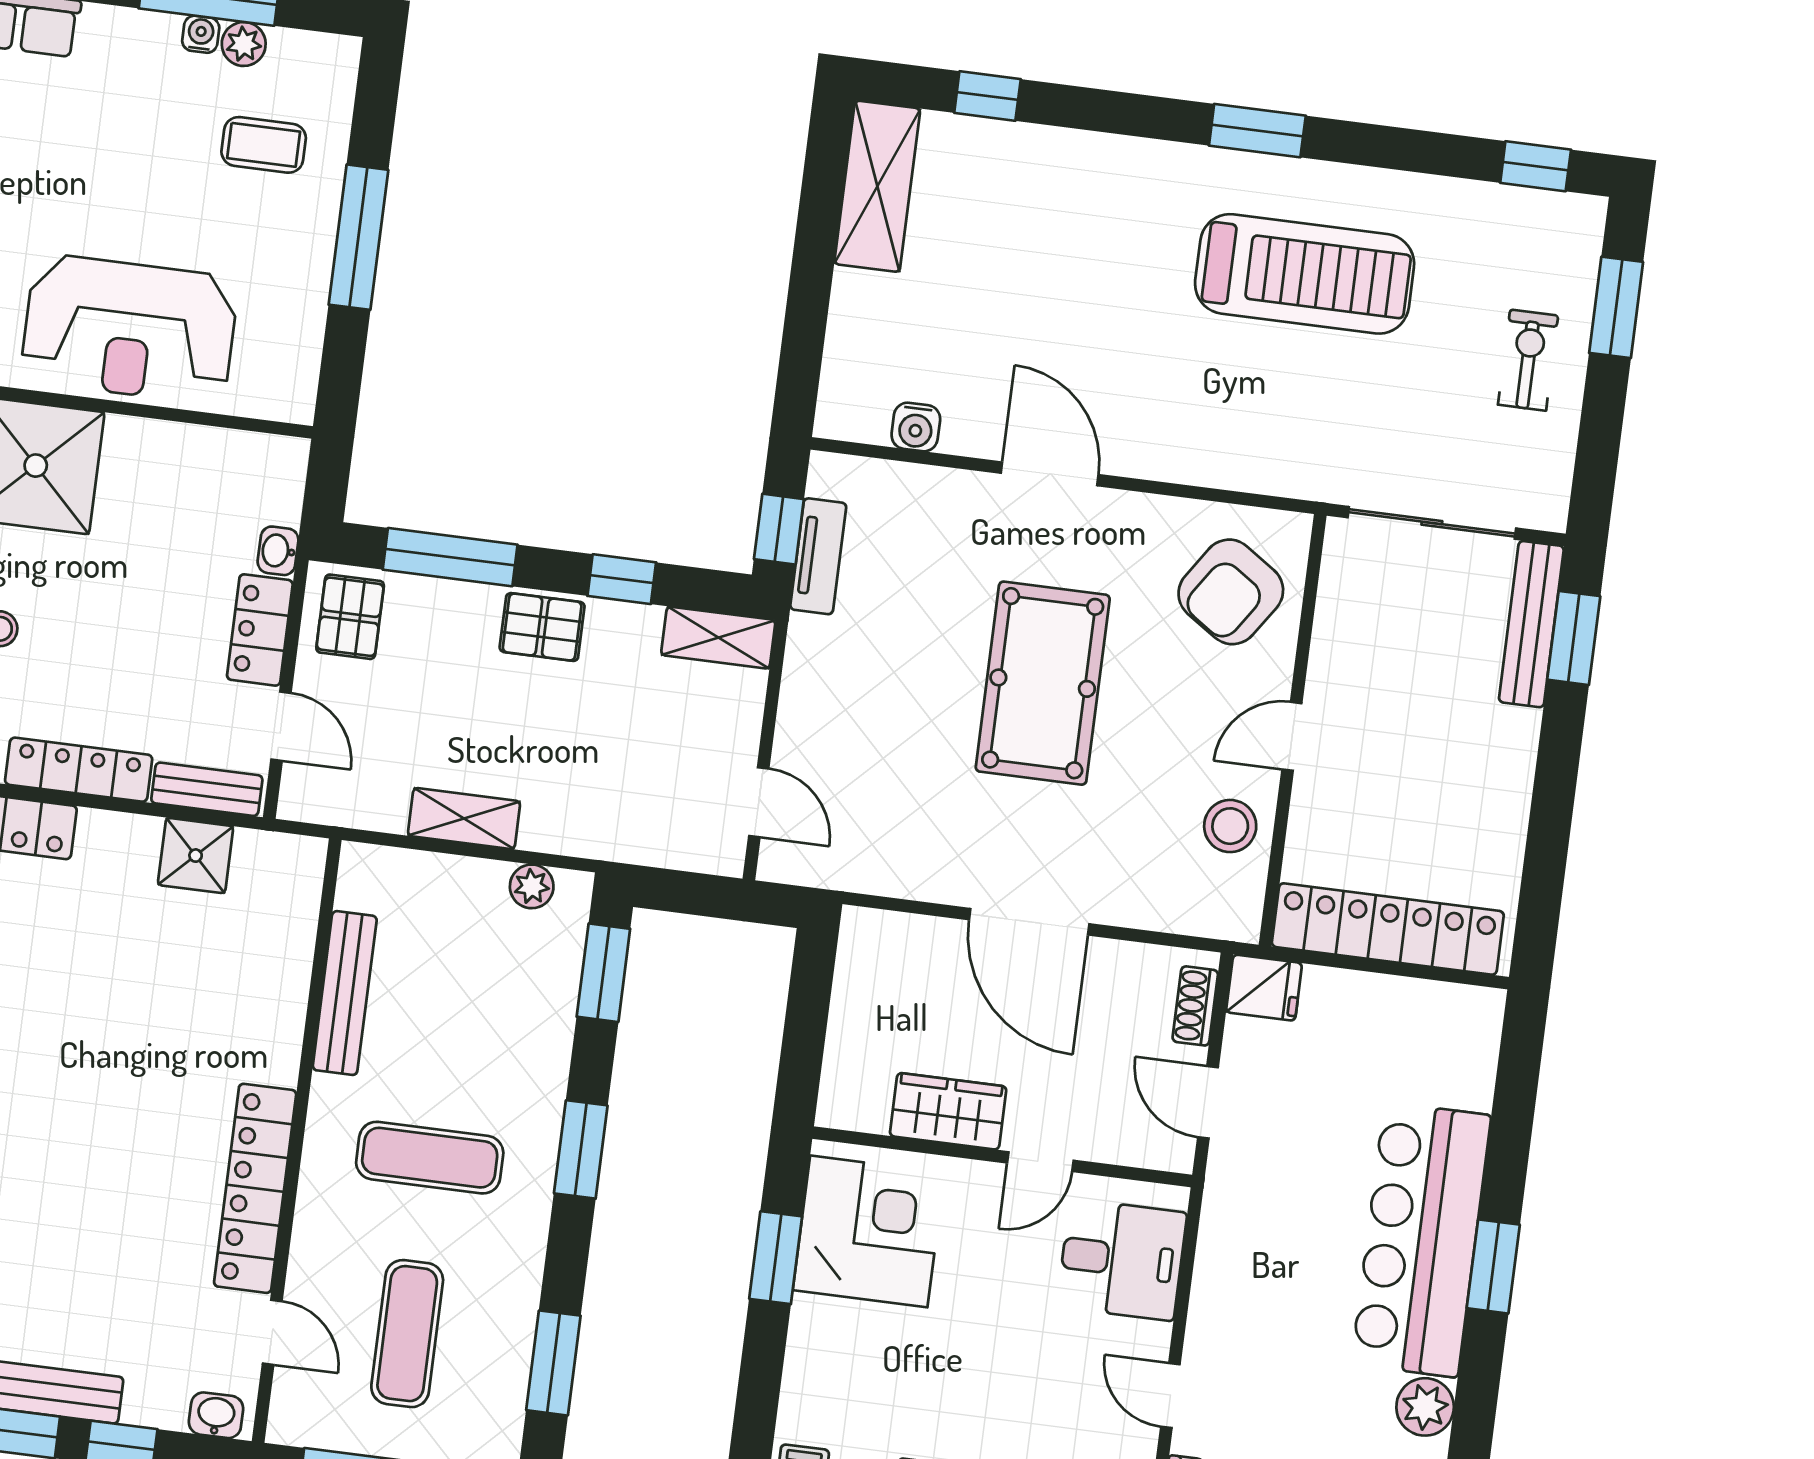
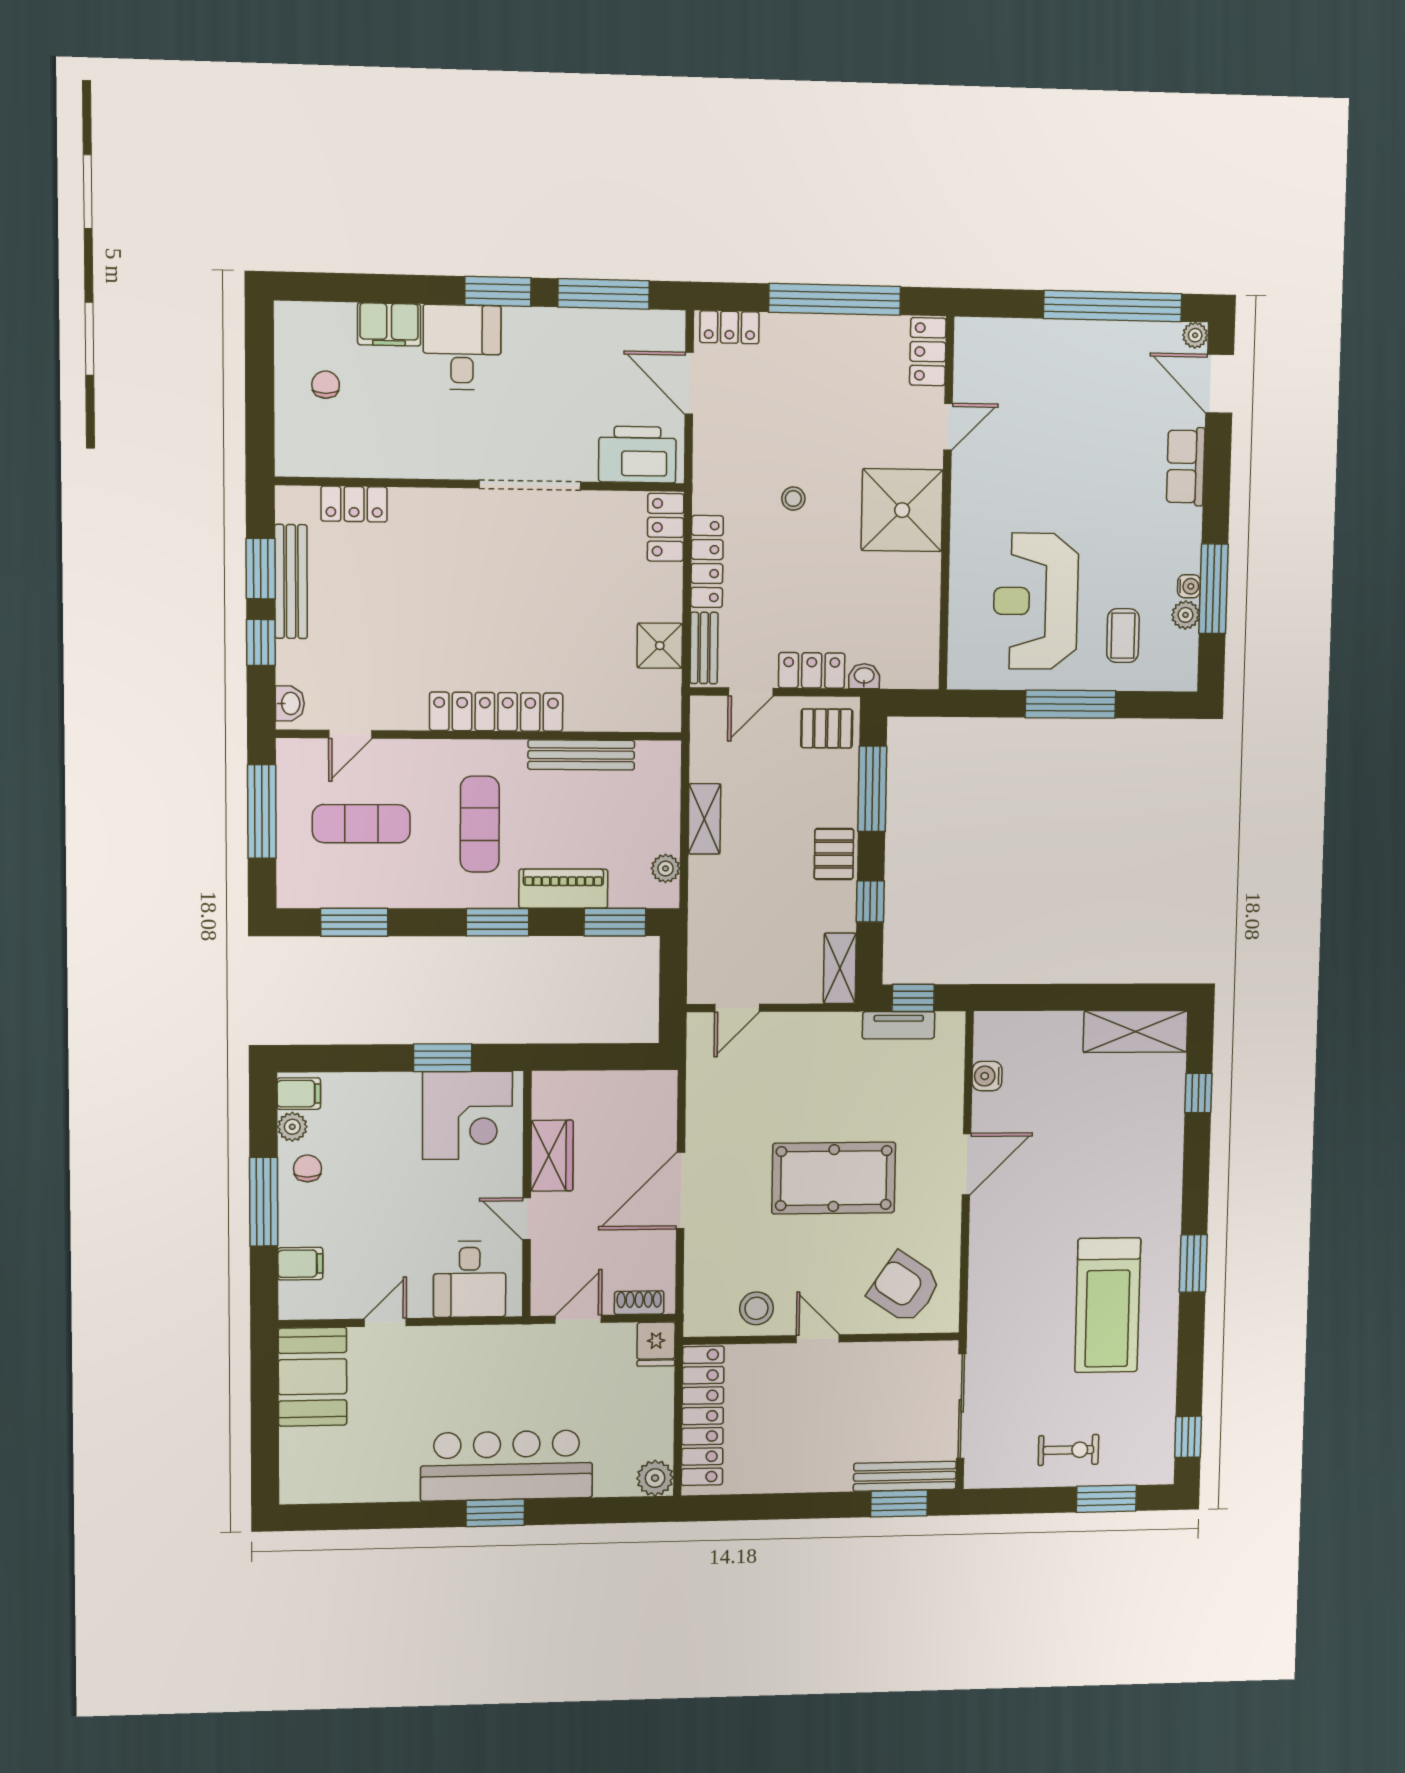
reception desk: (130, 329) -> (1036, 601), moved
piano: (543, 1044) -> (563, 889), added
locker: (255, 1188) -> (496, 712), moved
plant: (1425, 1407) -> (655, 1478), moved

